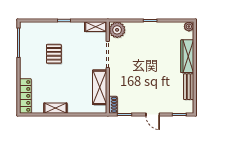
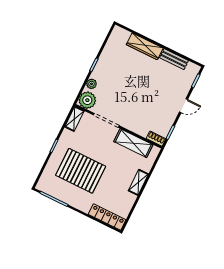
plant: (189, 26) -> (91, 84), moved
pallet: (54, 54) -> (81, 171), width x2.05, depth x2.00
shelving: (55, 108) -> (138, 182), moved

